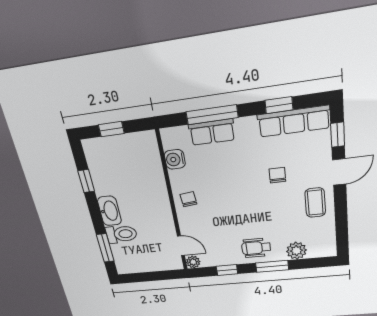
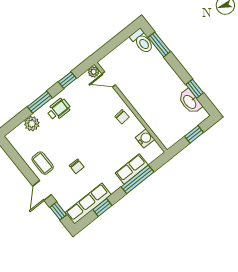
washbasin: (109, 211) -> (190, 102), moved
toilet: (121, 234) -> (142, 41), moved, turned -90

